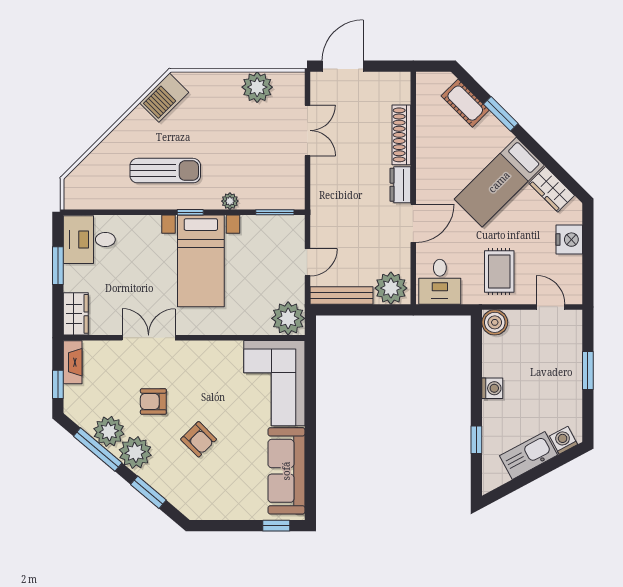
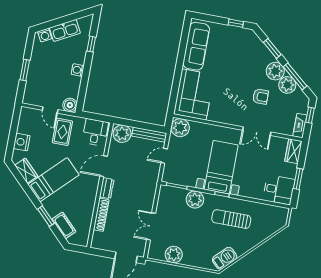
plant: (230, 201) -> (195, 200), width x1.88, depth x1.88
door: (551, 307) -> (50, 110), moved
armchair: (199, 439) -> (240, 72), removed
window: (276, 526) -> (236, 23), moved

